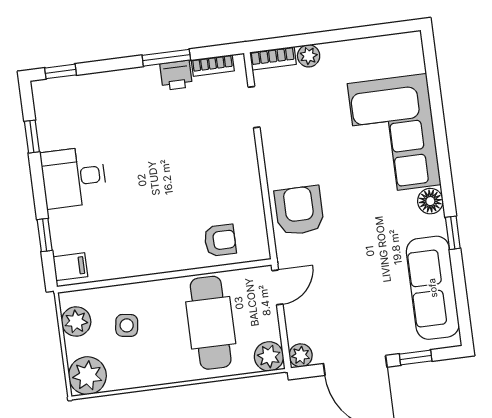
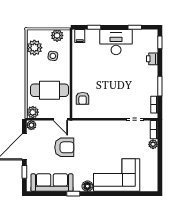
printer: (176, 75) -> (152, 59), moved
desk: (74, 177) -> (116, 42), width x1.37
armchair: (299, 211) -> (64, 147), moved
plant: (87, 376) -> (34, 48), moved

